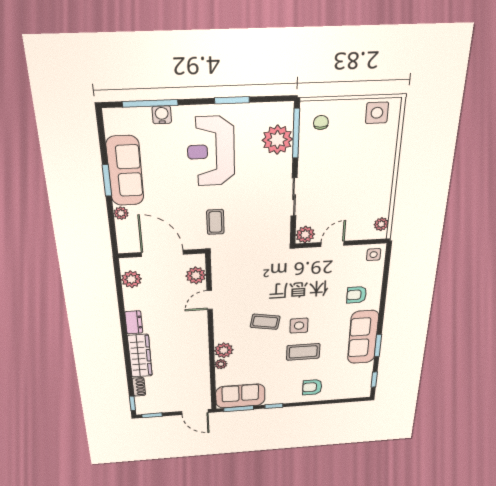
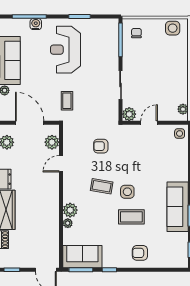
plant: (277, 140) -> (109, 44), removed
armchair: (357, 295) -> (101, 146), moved

